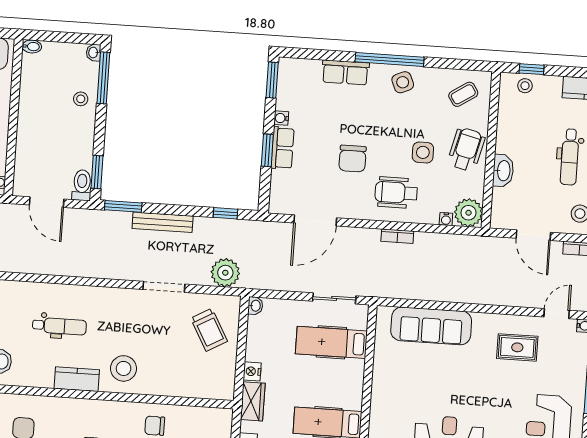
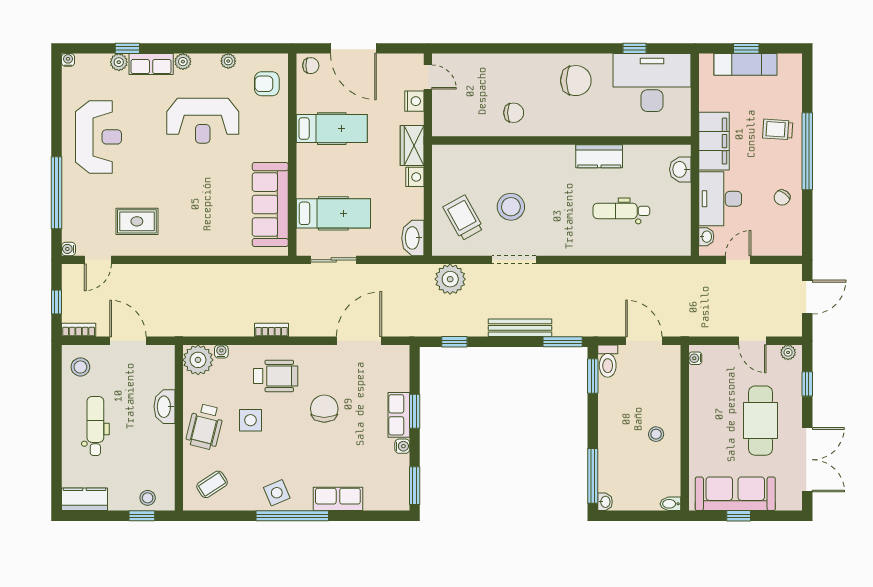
stool: (81, 99) -> (656, 434), moved
washbasin: (255, 306) -> (413, 238), width x1.91, depth x1.45
sofa: (431, 326) -> (270, 205), moved, turned -90
stool: (124, 368) -> (511, 207), moved

